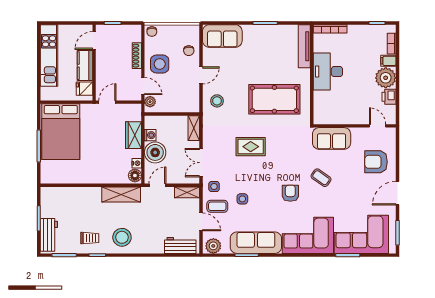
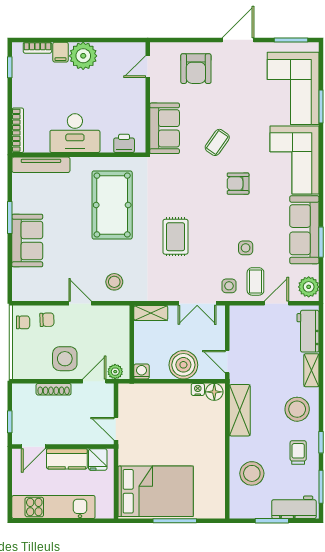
chair: (152, 32) -> (23, 322), moved
sofa: (222, 36) -> (27, 240), moved
door: (94, 41) -> (33, 447), hinge flipped
printer: (389, 97) -> (124, 143), moved, turned 180
wardrobe: (133, 135) -> (160, 394), removed
washing machine: (150, 135) -> (142, 371), moved
shelving: (187, 192) -> (311, 370), moved
door: (397, 193) -> (238, 40), swing flipped
stool: (74, 204) -> (252, 473), added

